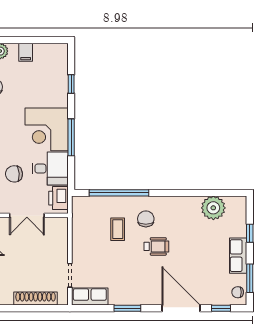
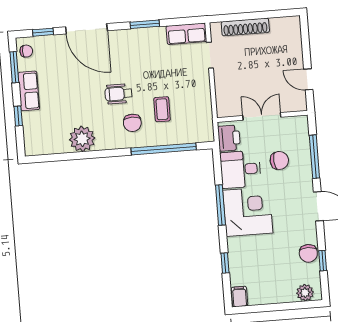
filing cabinet: (26, 52) -> (239, 297), moved
plant: (213, 208) -> (82, 139), moved

